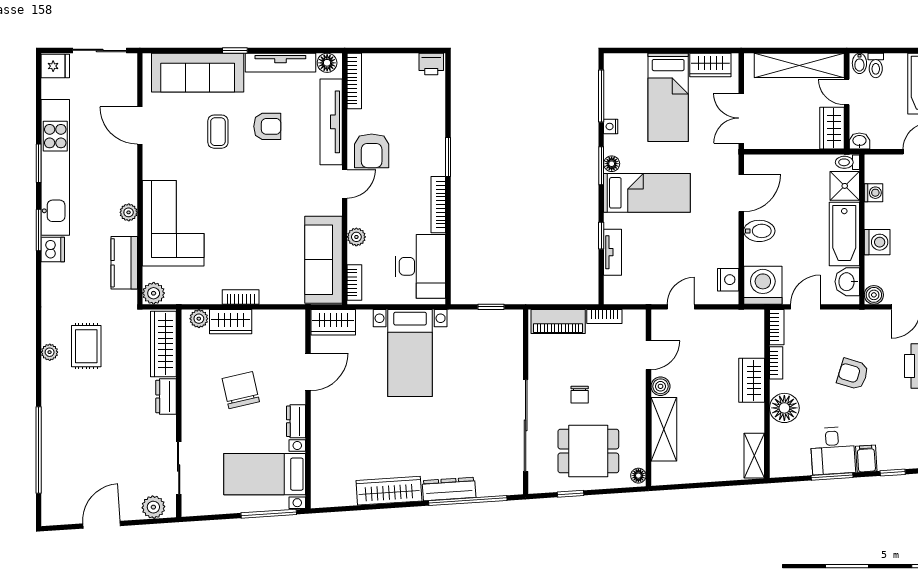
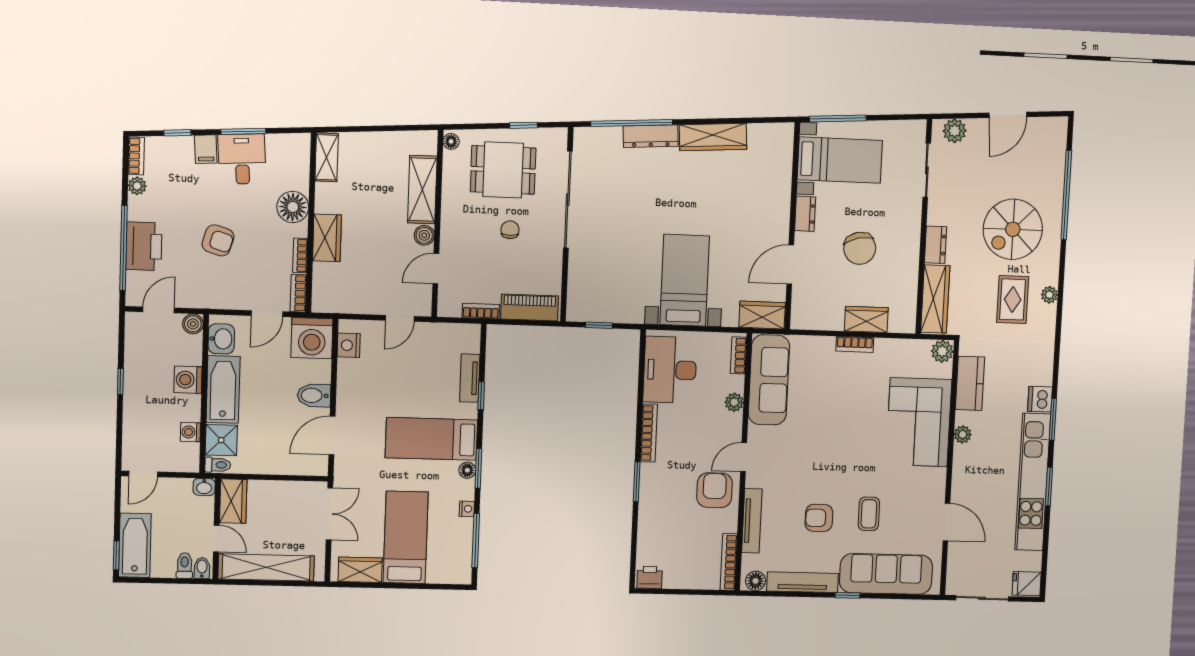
tv unit: (331, 122) -> (752, 521), width x0.73, depth x0.78
plant: (199, 319) -> (898, 324), removed
spiral stairs: (90, 415) -> (1013, 229), added

